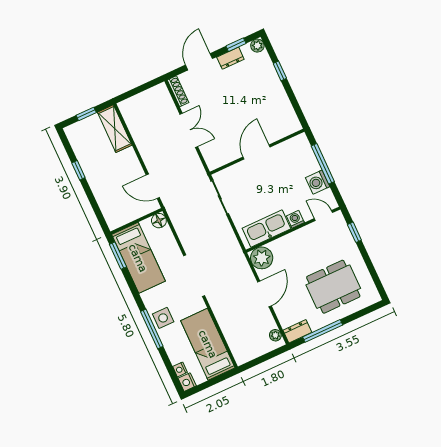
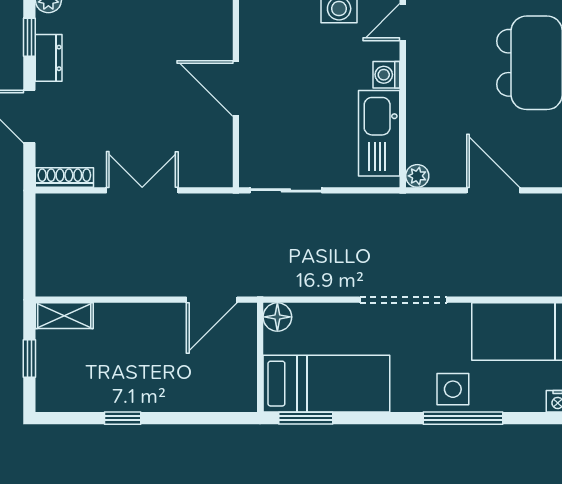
shelving: (115, 129) -> (64, 316), width x0.67, depth x0.75
plant: (262, 258) -> (417, 176), width x0.53, depth x0.53

